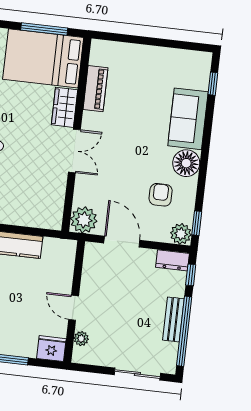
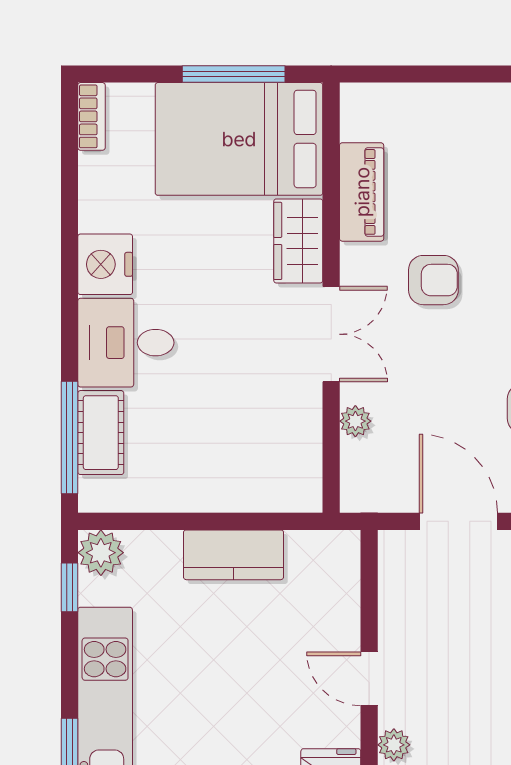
armchair: (123, 132) -> (433, 280), added
plant: (84, 220) -> (355, 421), moved, width x0.53, depth x0.53

